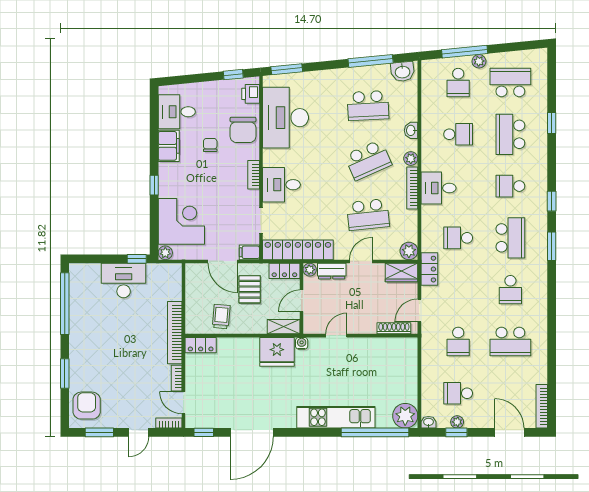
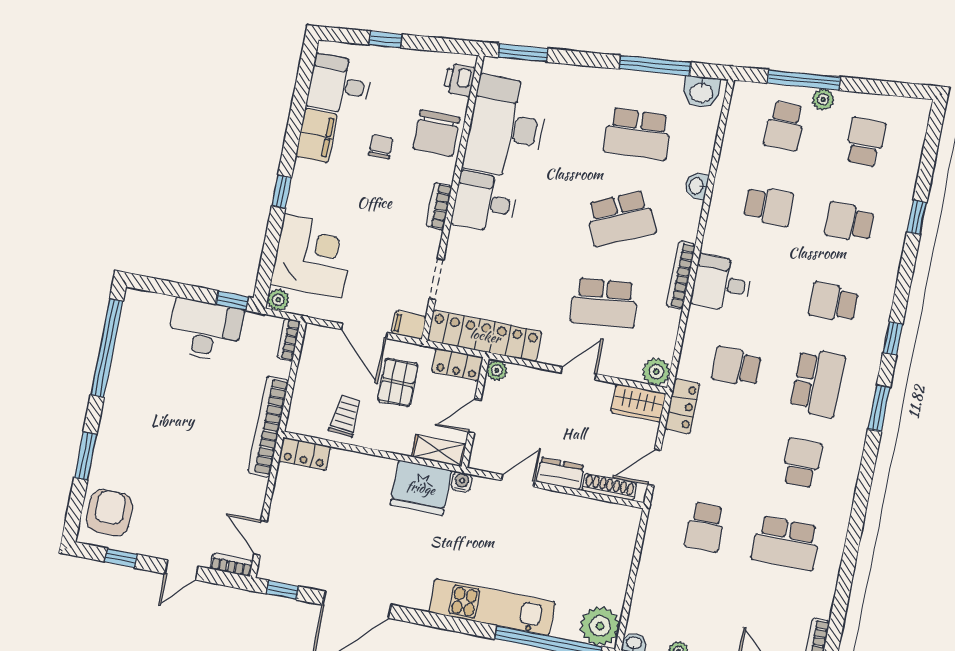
window: (233, 75) -> (386, 40), moved
school desk: (510, 83) -> (865, 142), width x0.54
school desk: (510, 134) -> (849, 222), width x0.54
plant: (411, 159) -> (687, 229), removed
desk: (281, 185) -> (485, 202), moved
dresser: (332, 271) -> (560, 474), moved, turned 180
school desk: (510, 290) -> (802, 463), turned 180
bookcase: (177, 378) -> (289, 340), moved
school desk: (458, 393) -> (689, 607), removed
window: (99, 432) -> (121, 558), width x0.67

